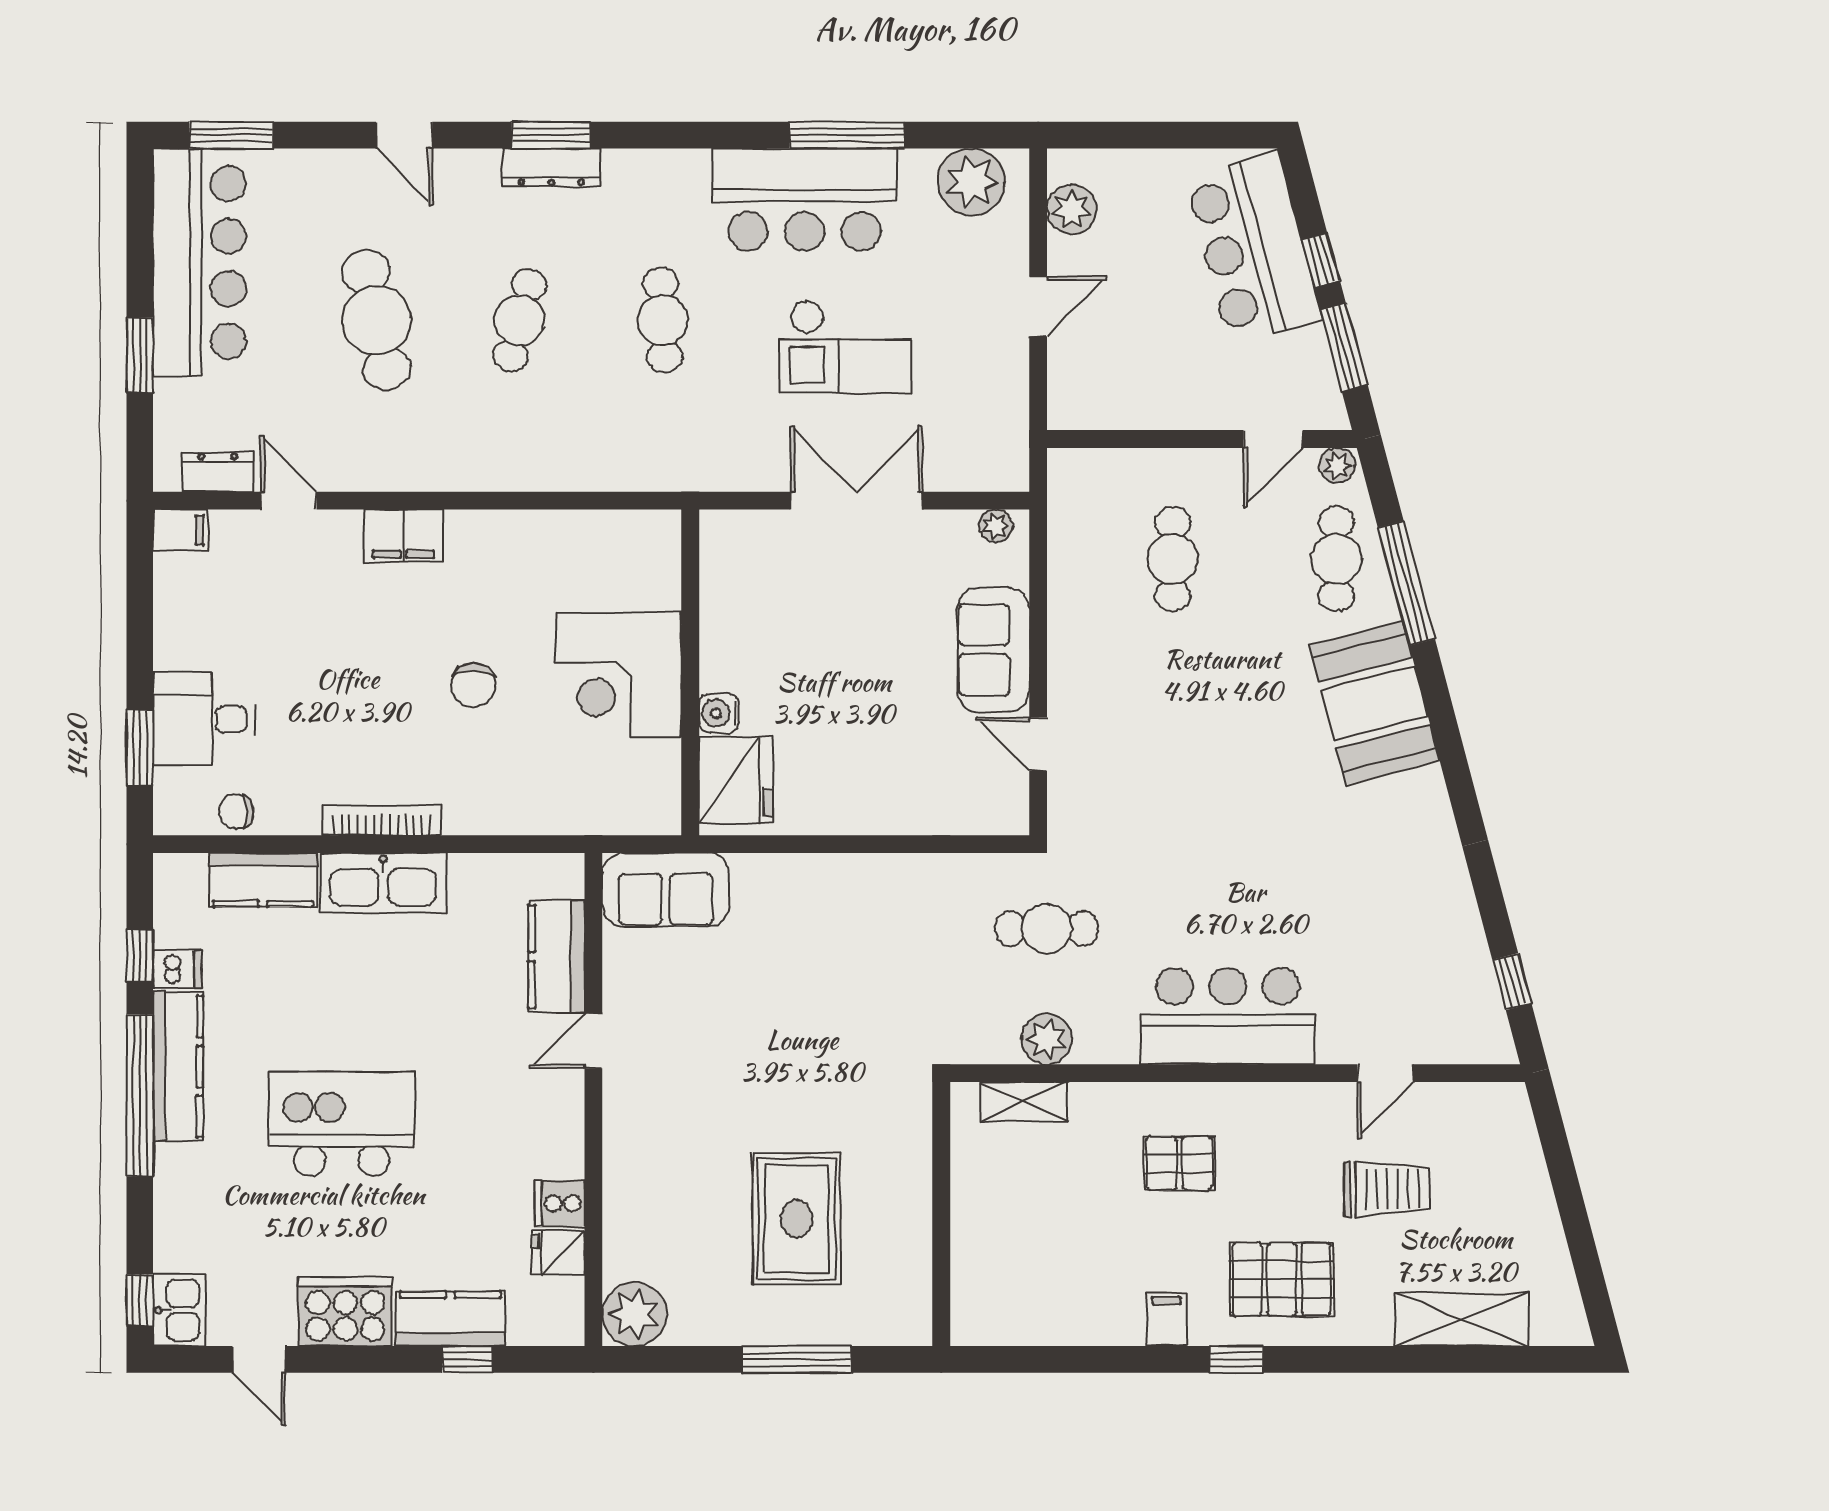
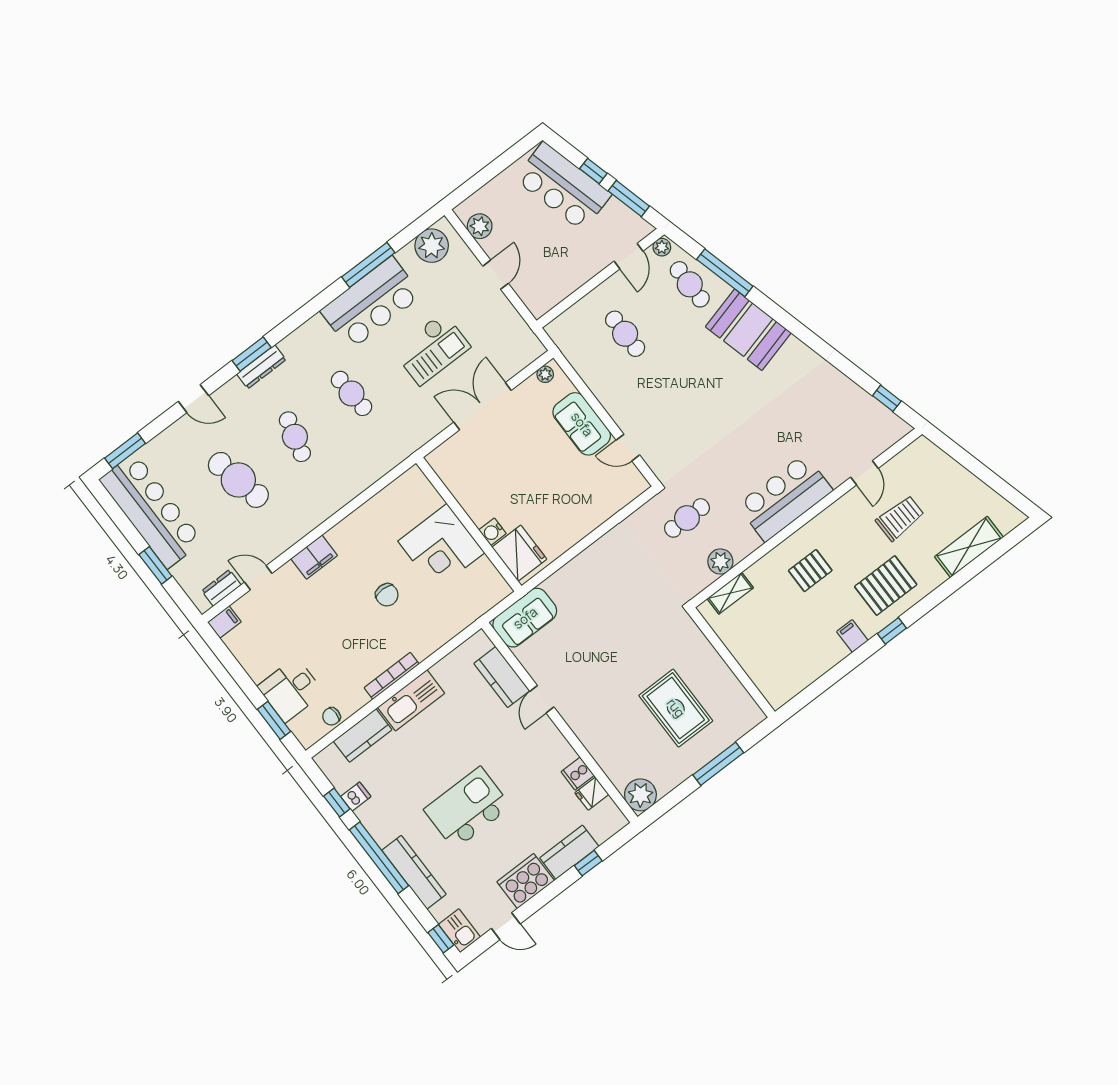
kitchen counter: (178, 1066) -> (414, 872), moved

